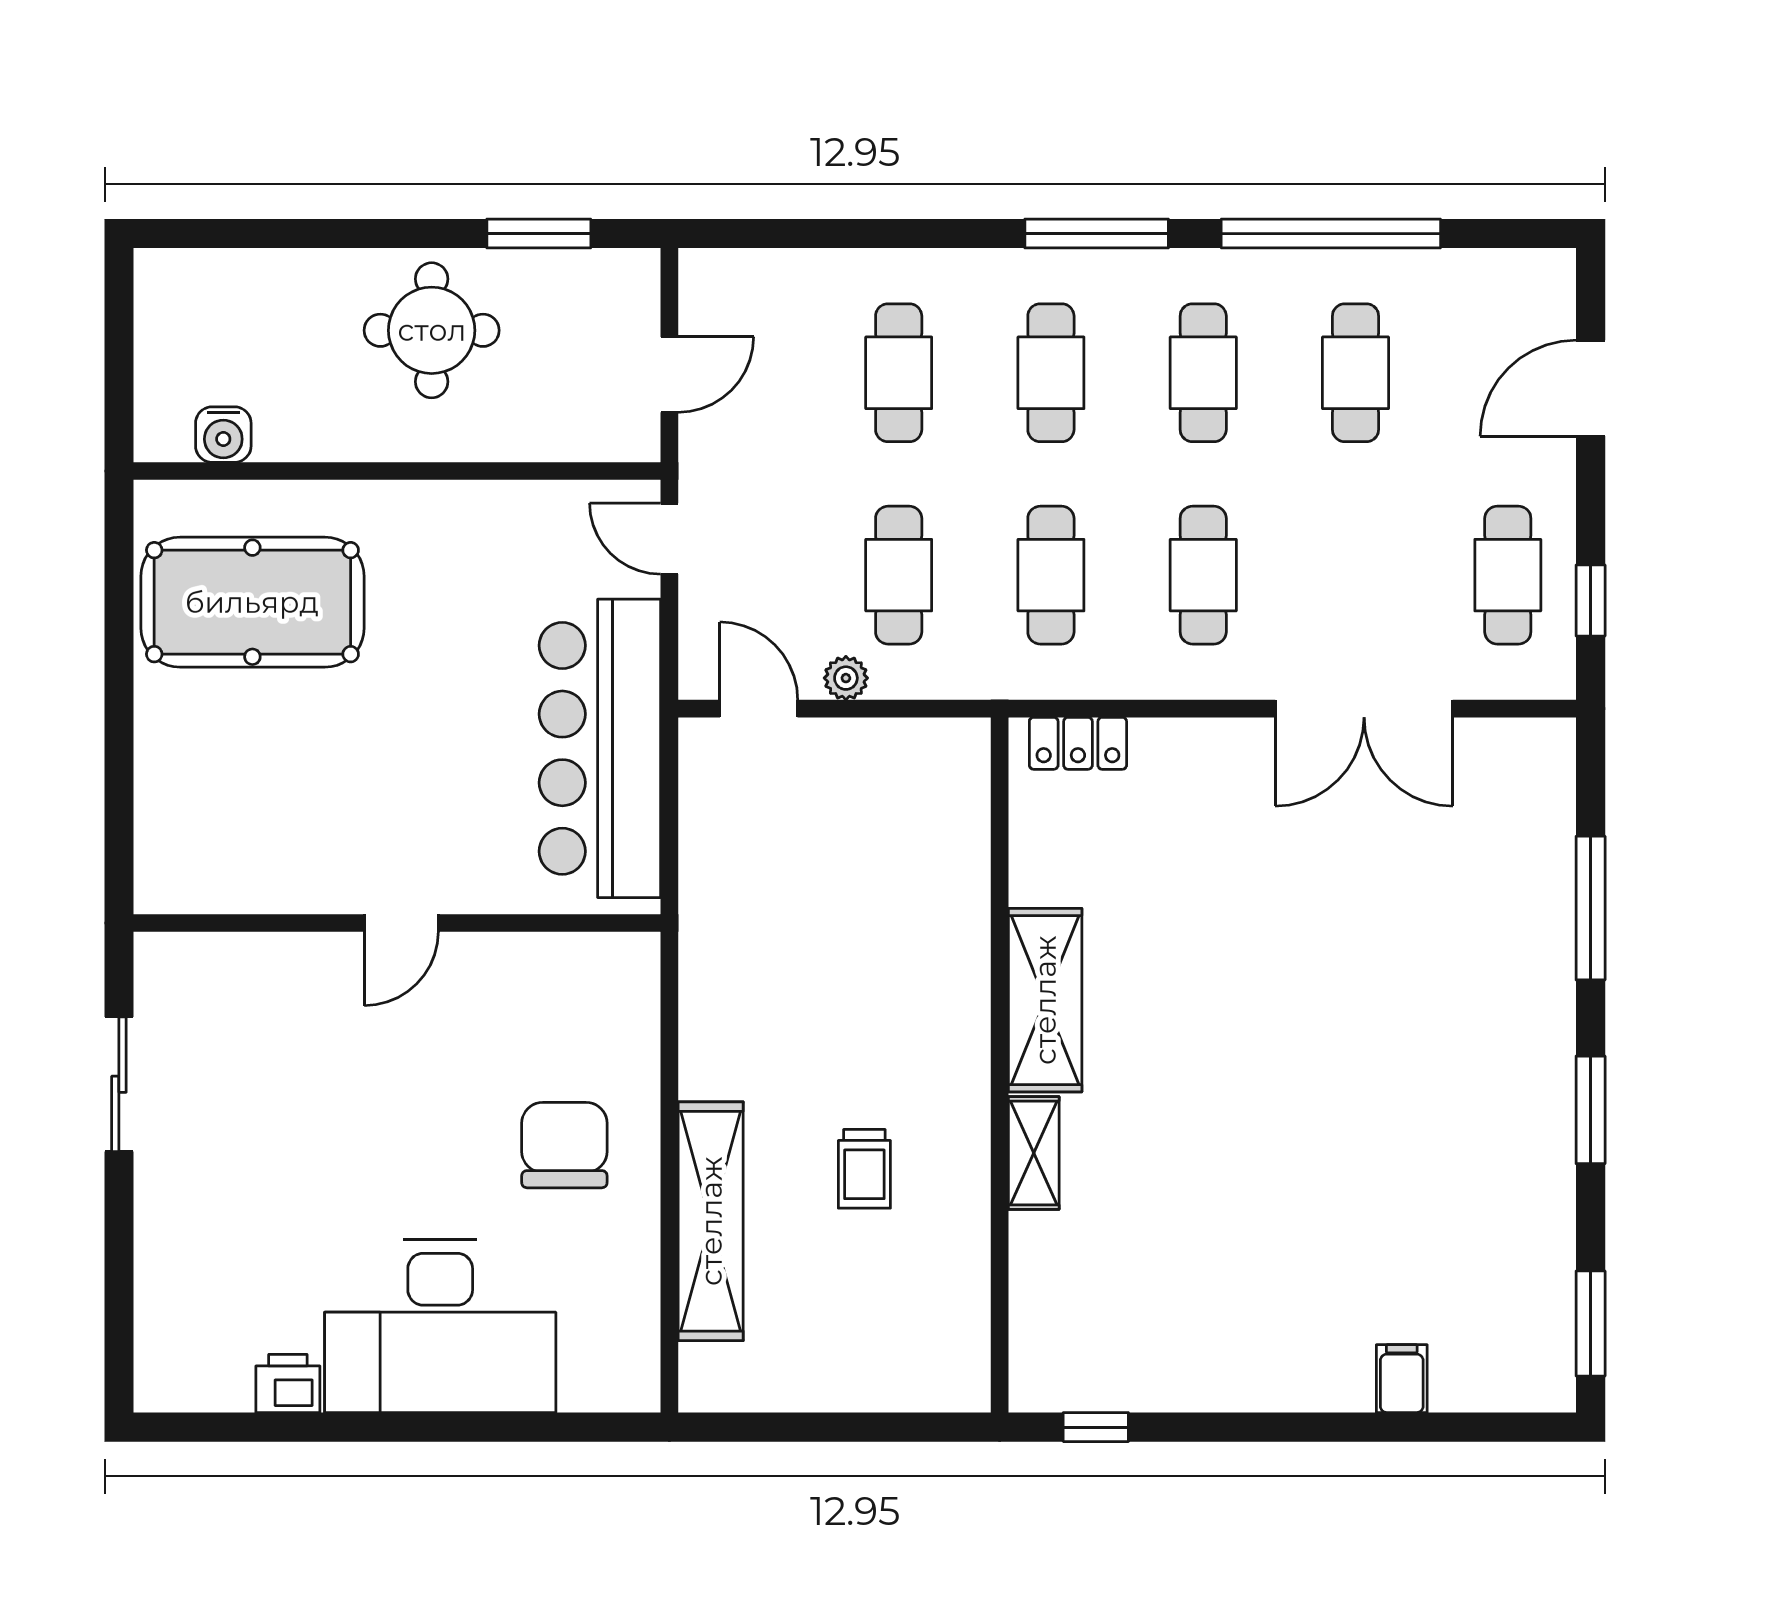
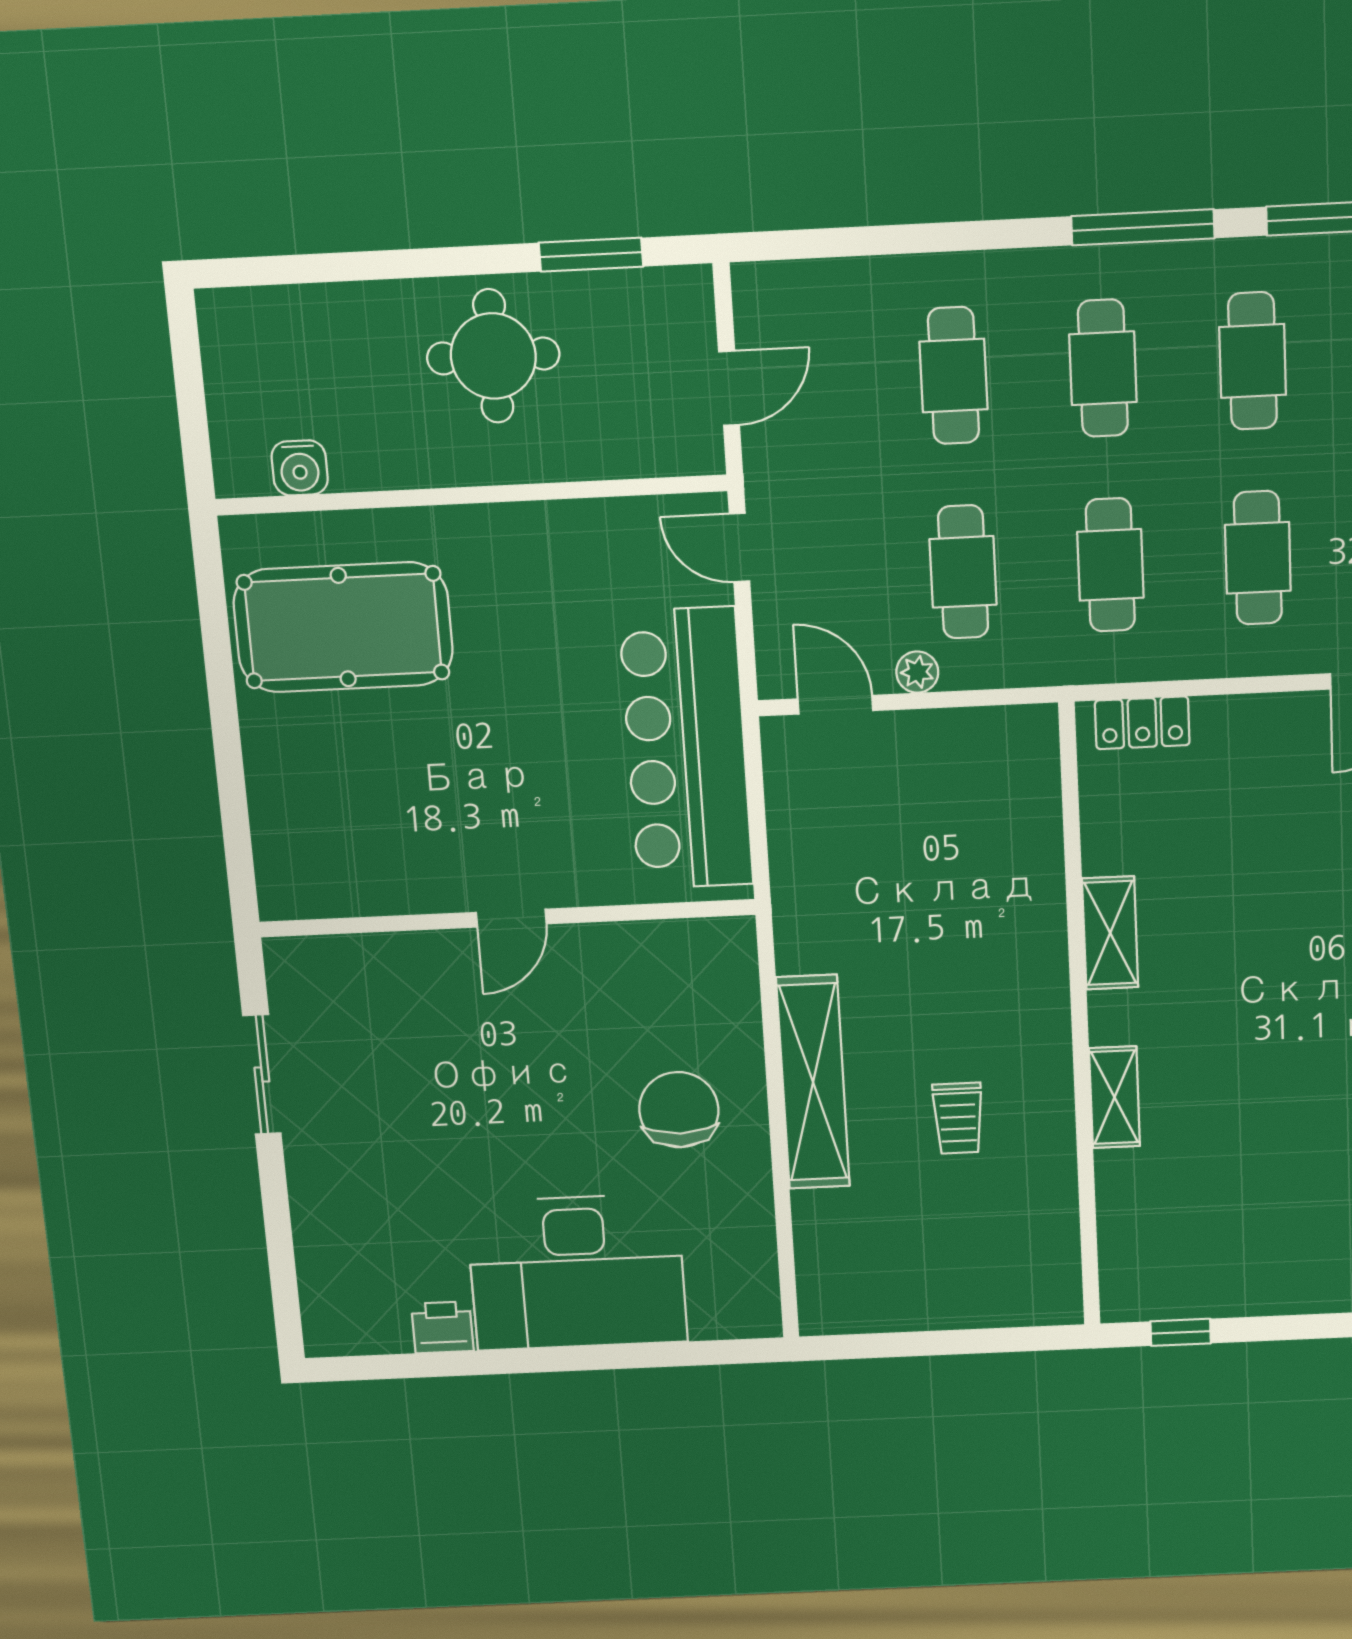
shelving: (1045, 1000) -> (1110, 933), width x0.67, depth x0.75
shelving: (711, 1221) -> (813, 1082), moved

